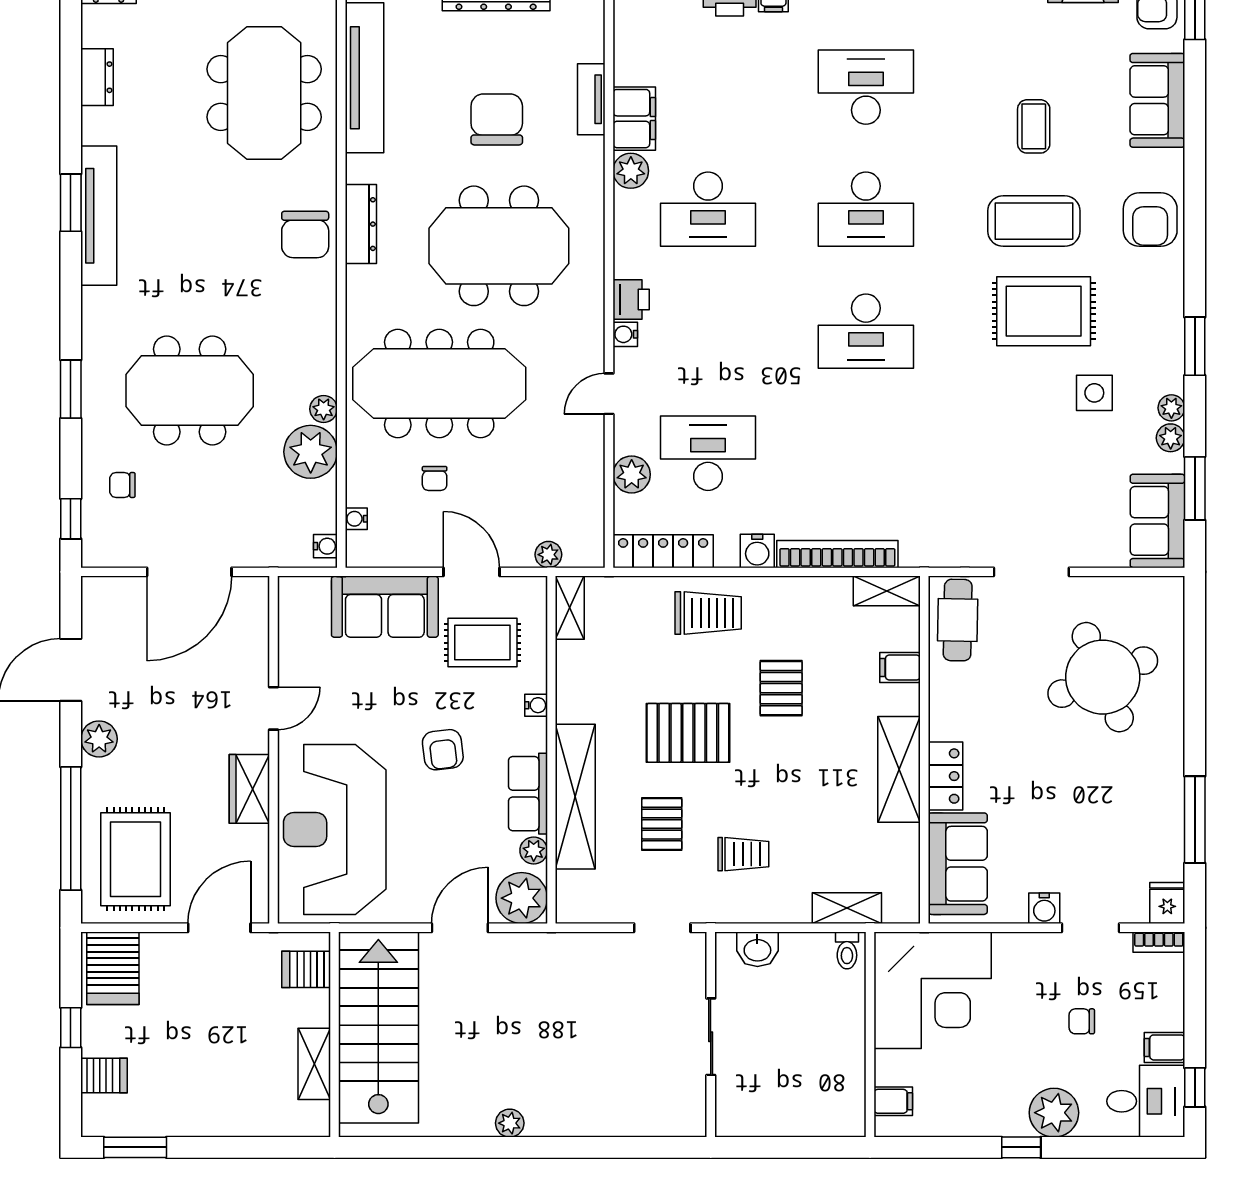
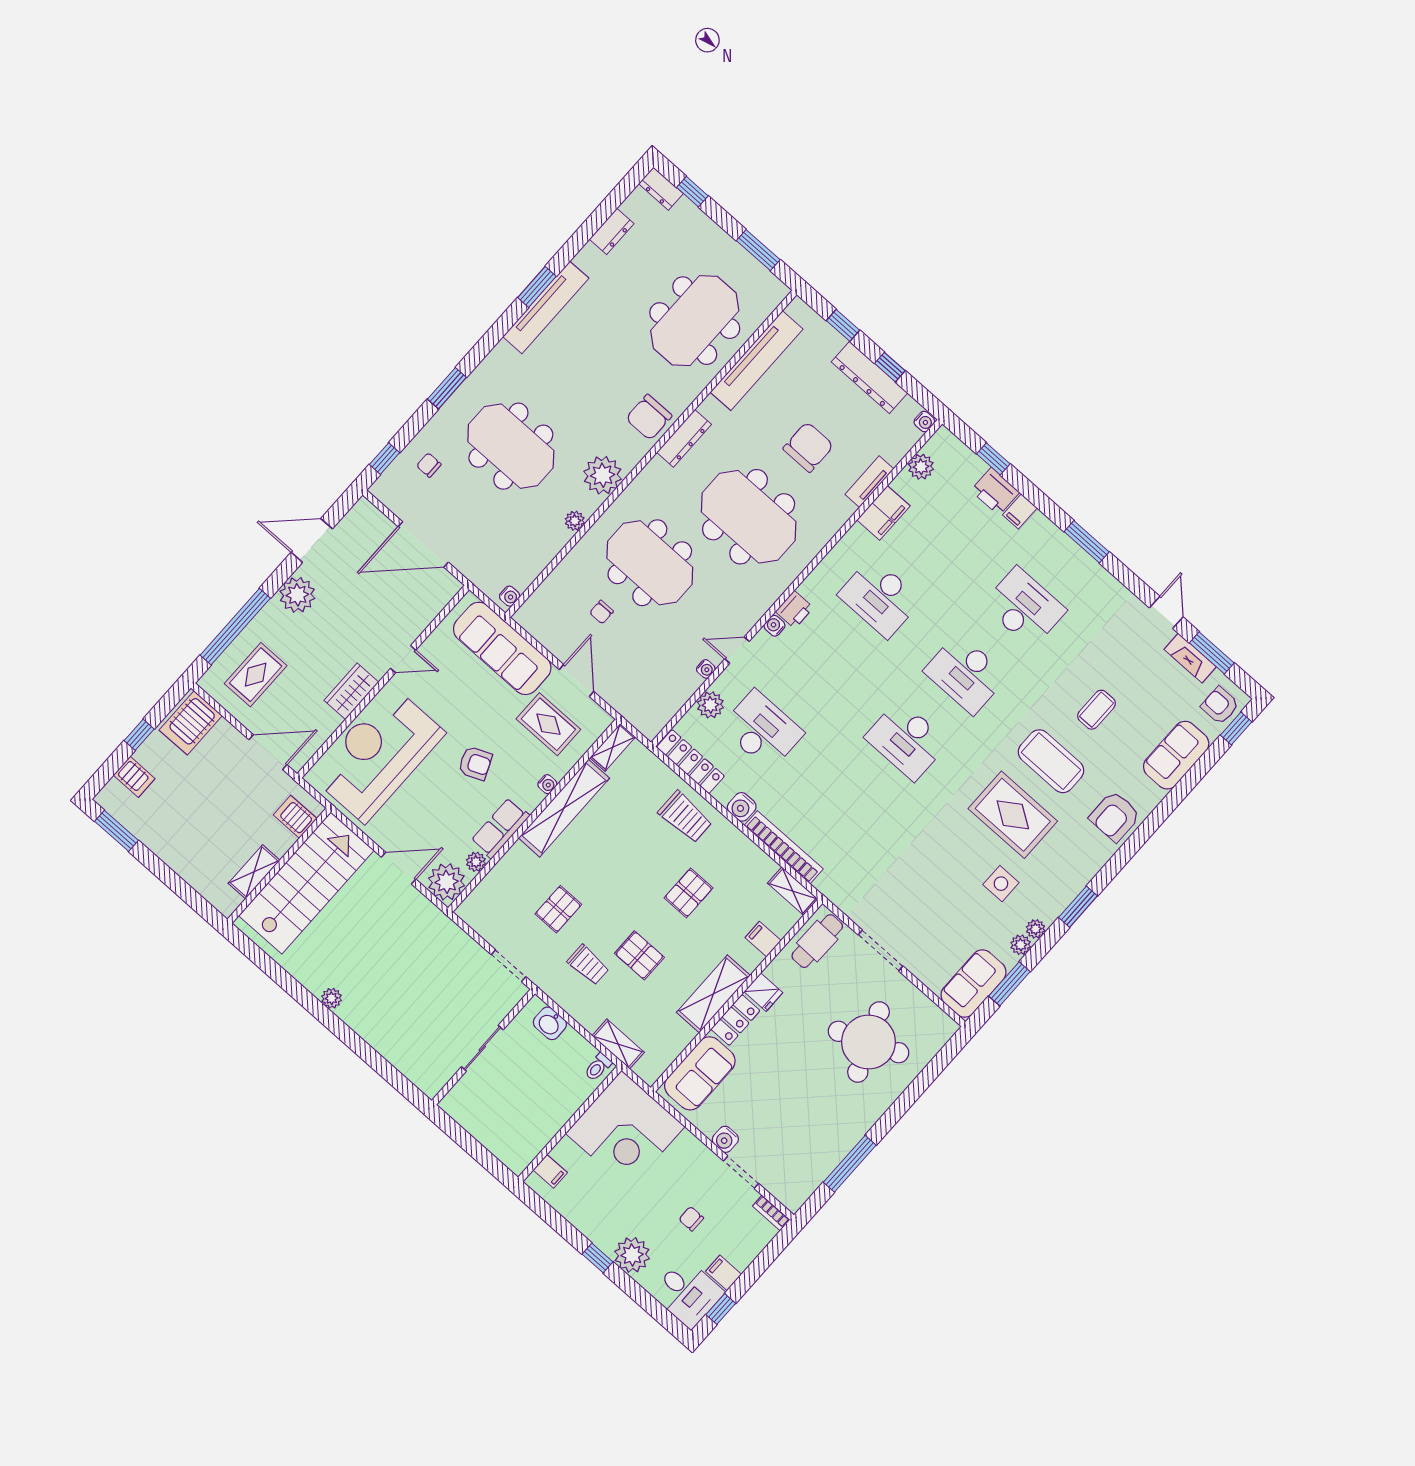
plant: (631, 171) -> (921, 467), moved
meeting table: (439, 384) -> (650, 563), width x0.73
plant: (311, 452) -> (603, 475), moved
water cooler: (356, 519) -> (706, 669), moved, turned 180
plant: (548, 555) -> (627, 708), removed
sofa: (385, 607) -> (502, 648), width x1.36
pallet: (688, 733) -> (639, 955), moved, width x0.67, depth x0.71
plant: (99, 739) -> (297, 595), width x1.36, depth x1.36
armchair: (443, 750) -> (475, 763), turned -106
shelving: (575, 797) -> (564, 808), moved
rug: (136, 859) -> (256, 675), width x0.73, depth x0.70
fridge: (1167, 903) -> (763, 992), moved, turned 90

